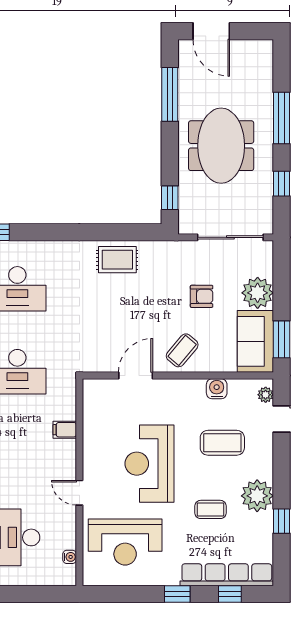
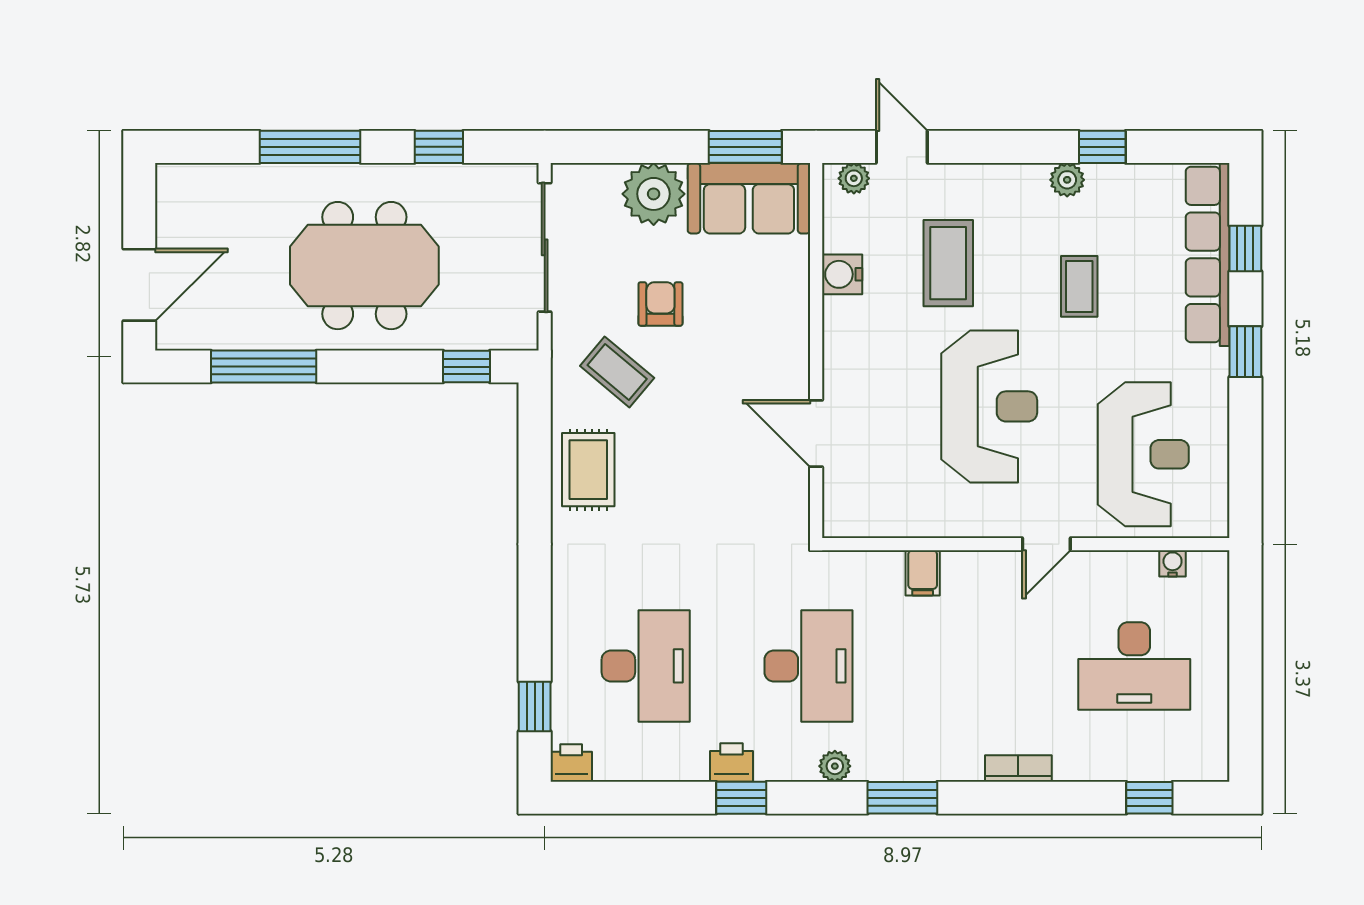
coffee table: (182, 350) -> (617, 372), moved
reception desk: (149, 464) -> (989, 406), turned -90
plant: (257, 496) -> (1067, 180), width x0.53, depth x0.53

